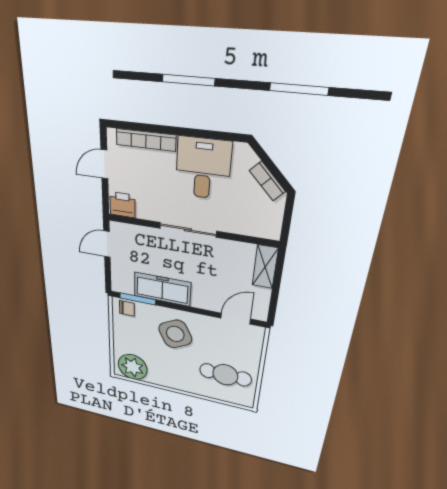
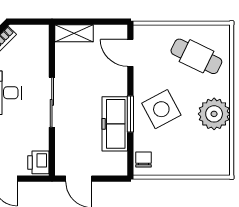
window: (138, 299) -> (130, 114), moved
plant: (133, 367) -> (214, 114), moved
cafe table: (225, 375) -> (196, 56), turned -64

